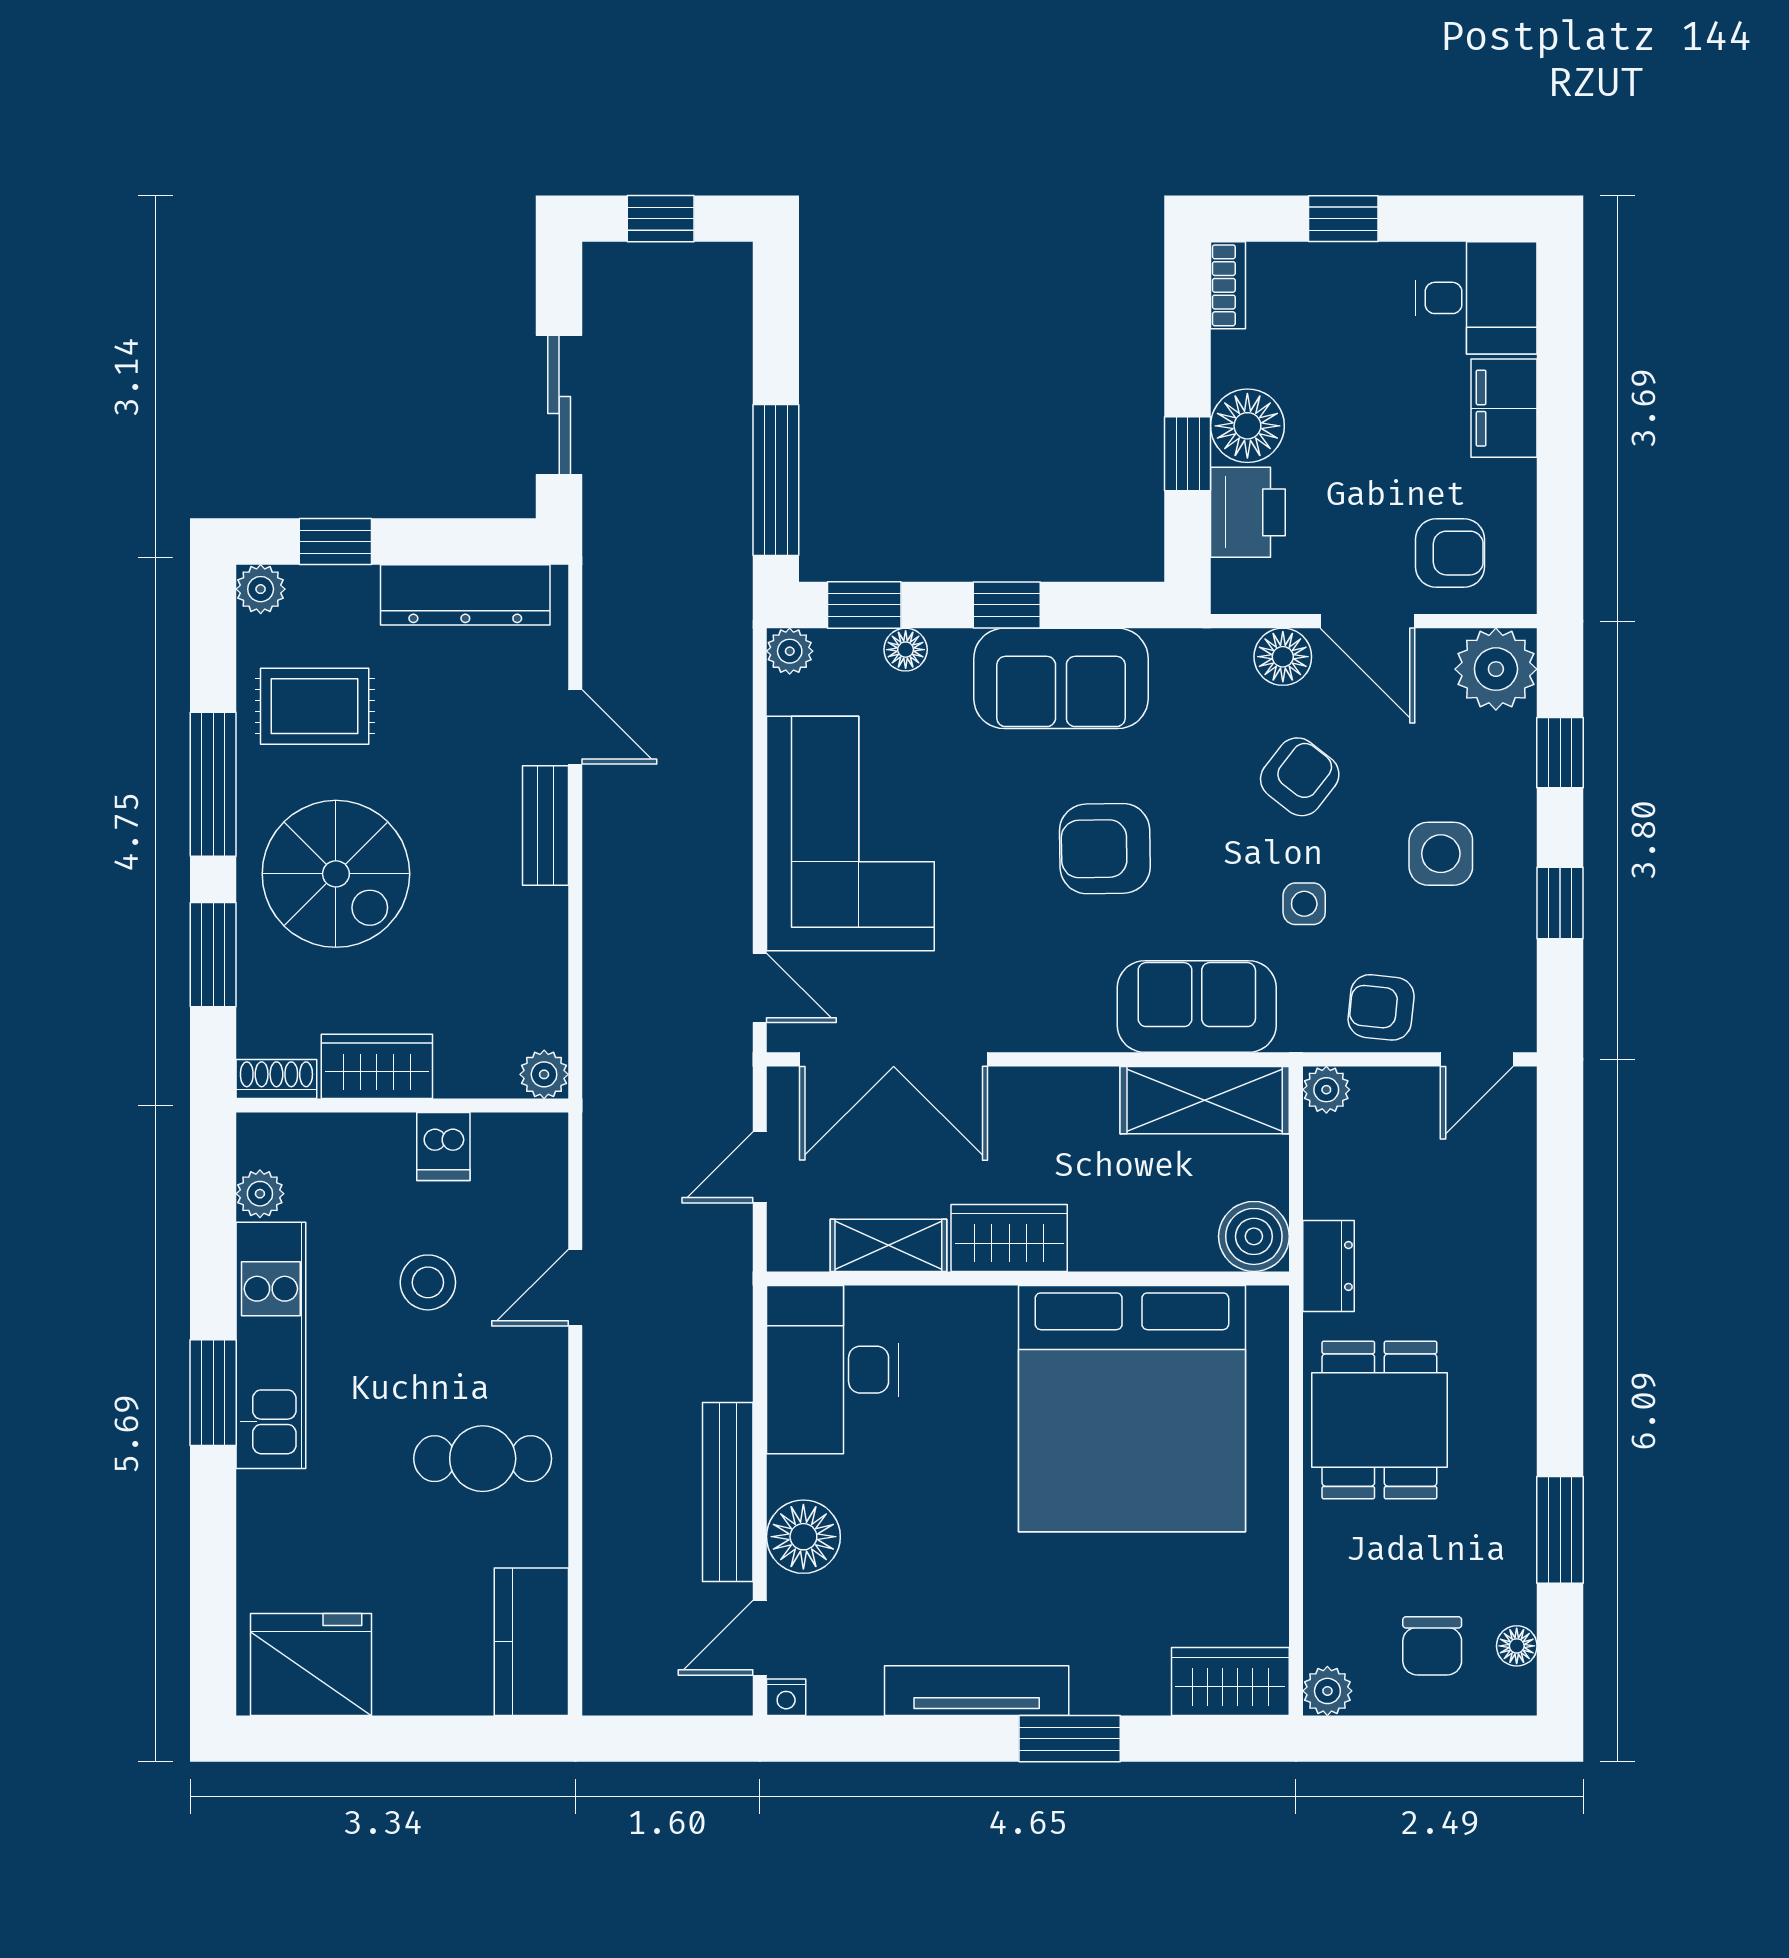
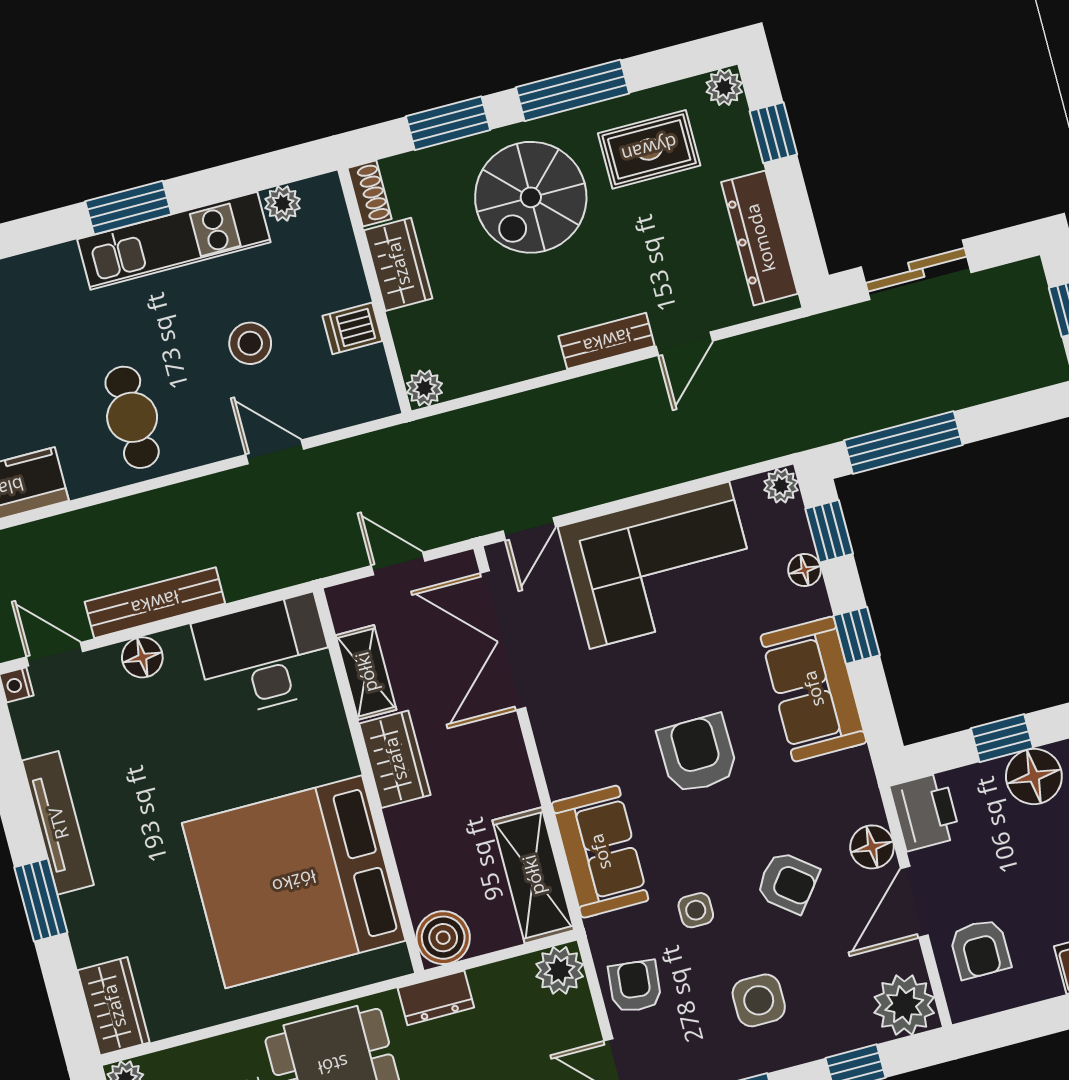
printer: (1248, 512) -> (925, 812), moved, turned -90
rug: (315, 706) -> (649, 149), turned 90
plant: (1326, 1090) -> (560, 970), width x1.38, depth x1.38
floor lamp: (803, 1537) -> (142, 657), width x0.73, depth x0.73

